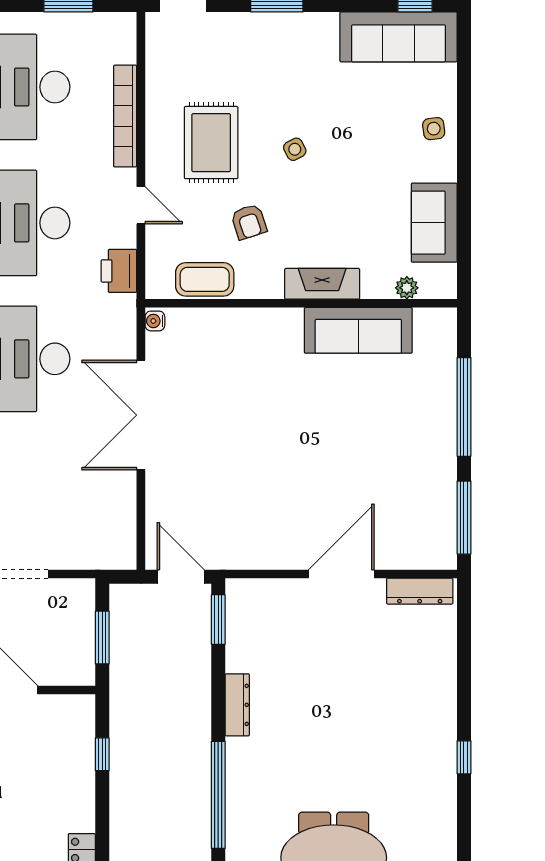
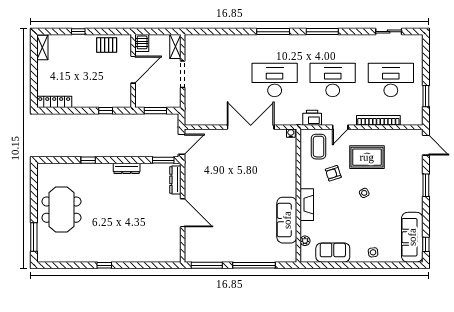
coffee table: (205, 279) -> (319, 147), moved
dresser: (420, 591) -> (175, 180), moved
window: (218, 795) -> (88, 160), width x0.32

